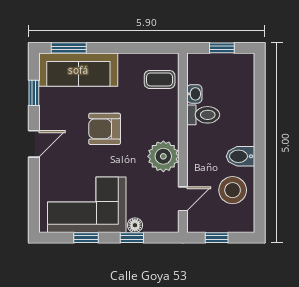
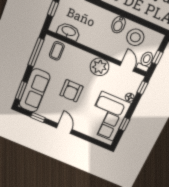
window: (143, 48) -> (36, 52), added
washbasin: (194, 94) -> (69, 31), width x1.91, depth x1.45
toilet: (203, 115) -> (146, 61), moved
window: (132, 238) -> (142, 88), moved

